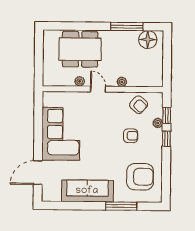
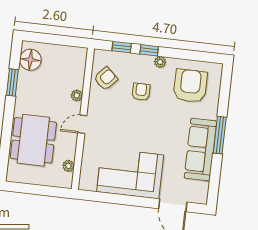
window: (127, 27) -> (12, 83), width x0.69
plant: (80, 81) -> (68, 166), moved
plant: (158, 123) -> (160, 62), moved
window: (121, 206) -> (220, 135), moved

